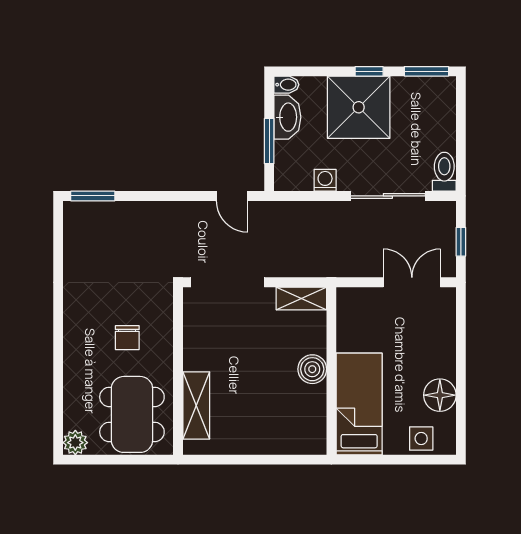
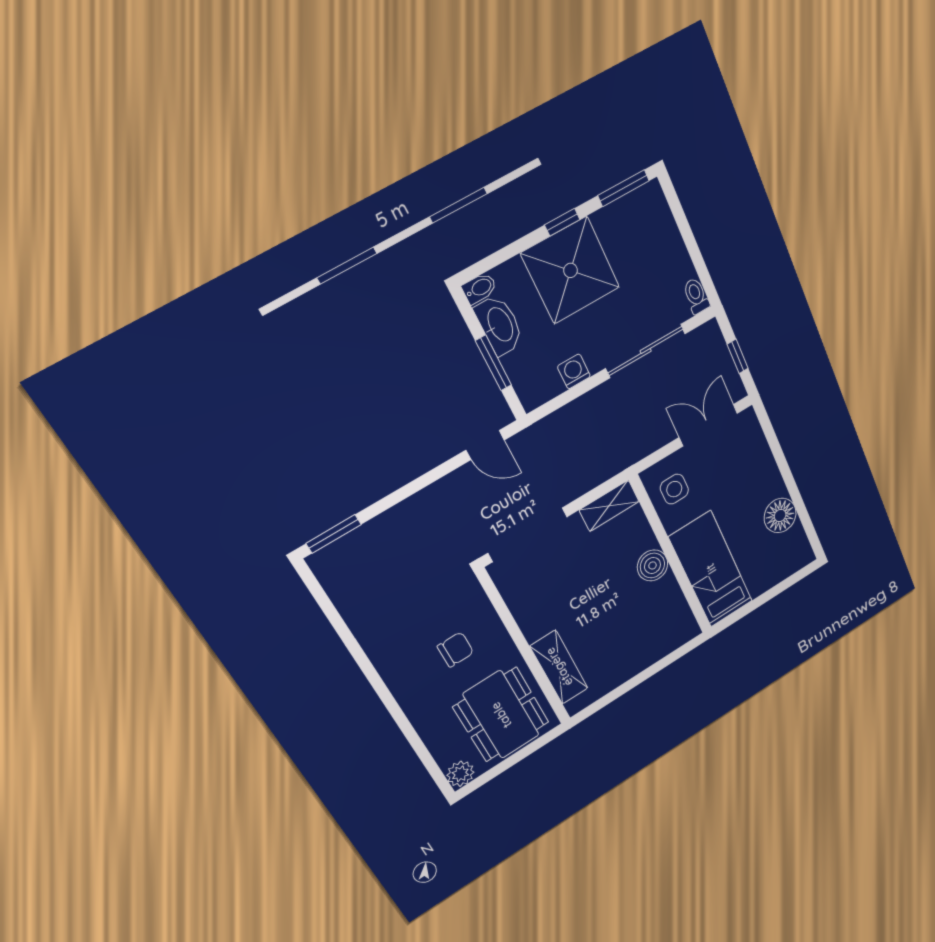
toilet: (444, 172) -> (696, 296), width x0.73, depth x0.72
chair: (127, 338) -> (455, 649), turned -90
side table: (421, 438) -> (674, 489), moved

